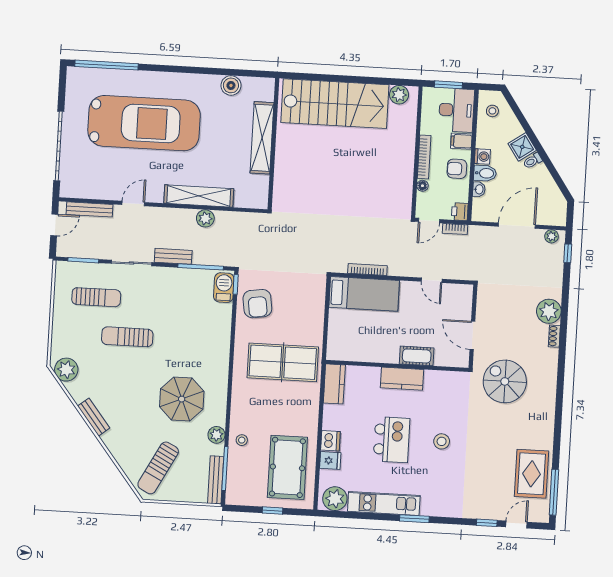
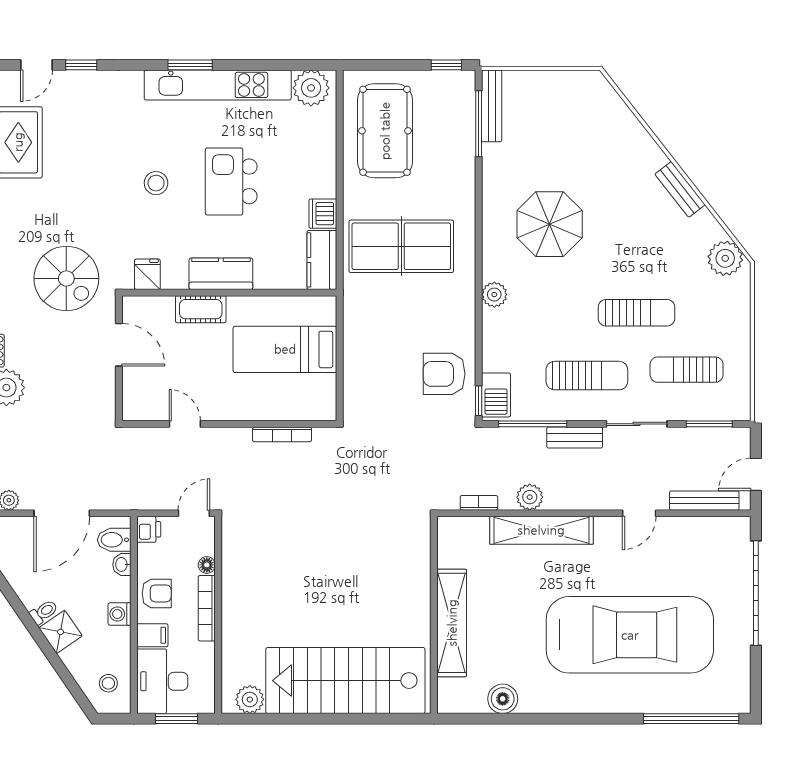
car: (144, 123) -> (630, 635), turned 180
bidet: (485, 173) -> (114, 540), moved
bookcase: (455, 229) -> (479, 503), moved
bed: (364, 294) -> (285, 349), moved
armchair: (257, 304) -> (444, 374), turned -82
table tennis table: (283, 362) -> (401, 246), moved
plant: (216, 435) -> (494, 295), moved
stool: (242, 440) -> (456, 168), removed
dishwasher: (330, 441) -> (323, 214), moved
fridge: (330, 461) -> (147, 274), moved, turned 90
sun lounger: (158, 468) -> (587, 376), moved, turned 62
kitchen unit: (384, 503) -> (218, 85), width x1.36
window: (272, 510) -> (446, 65), moved

